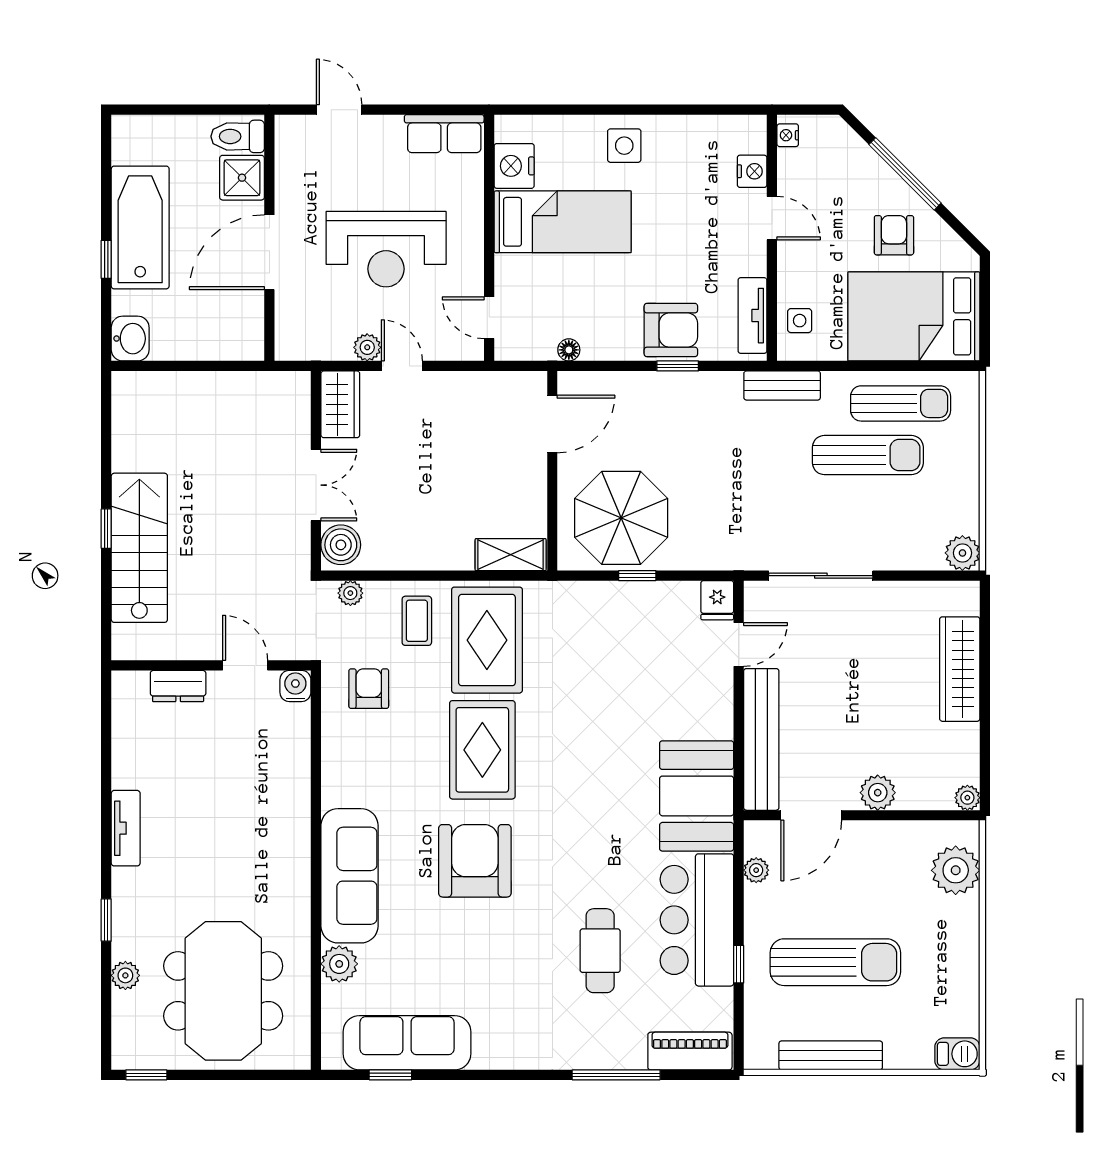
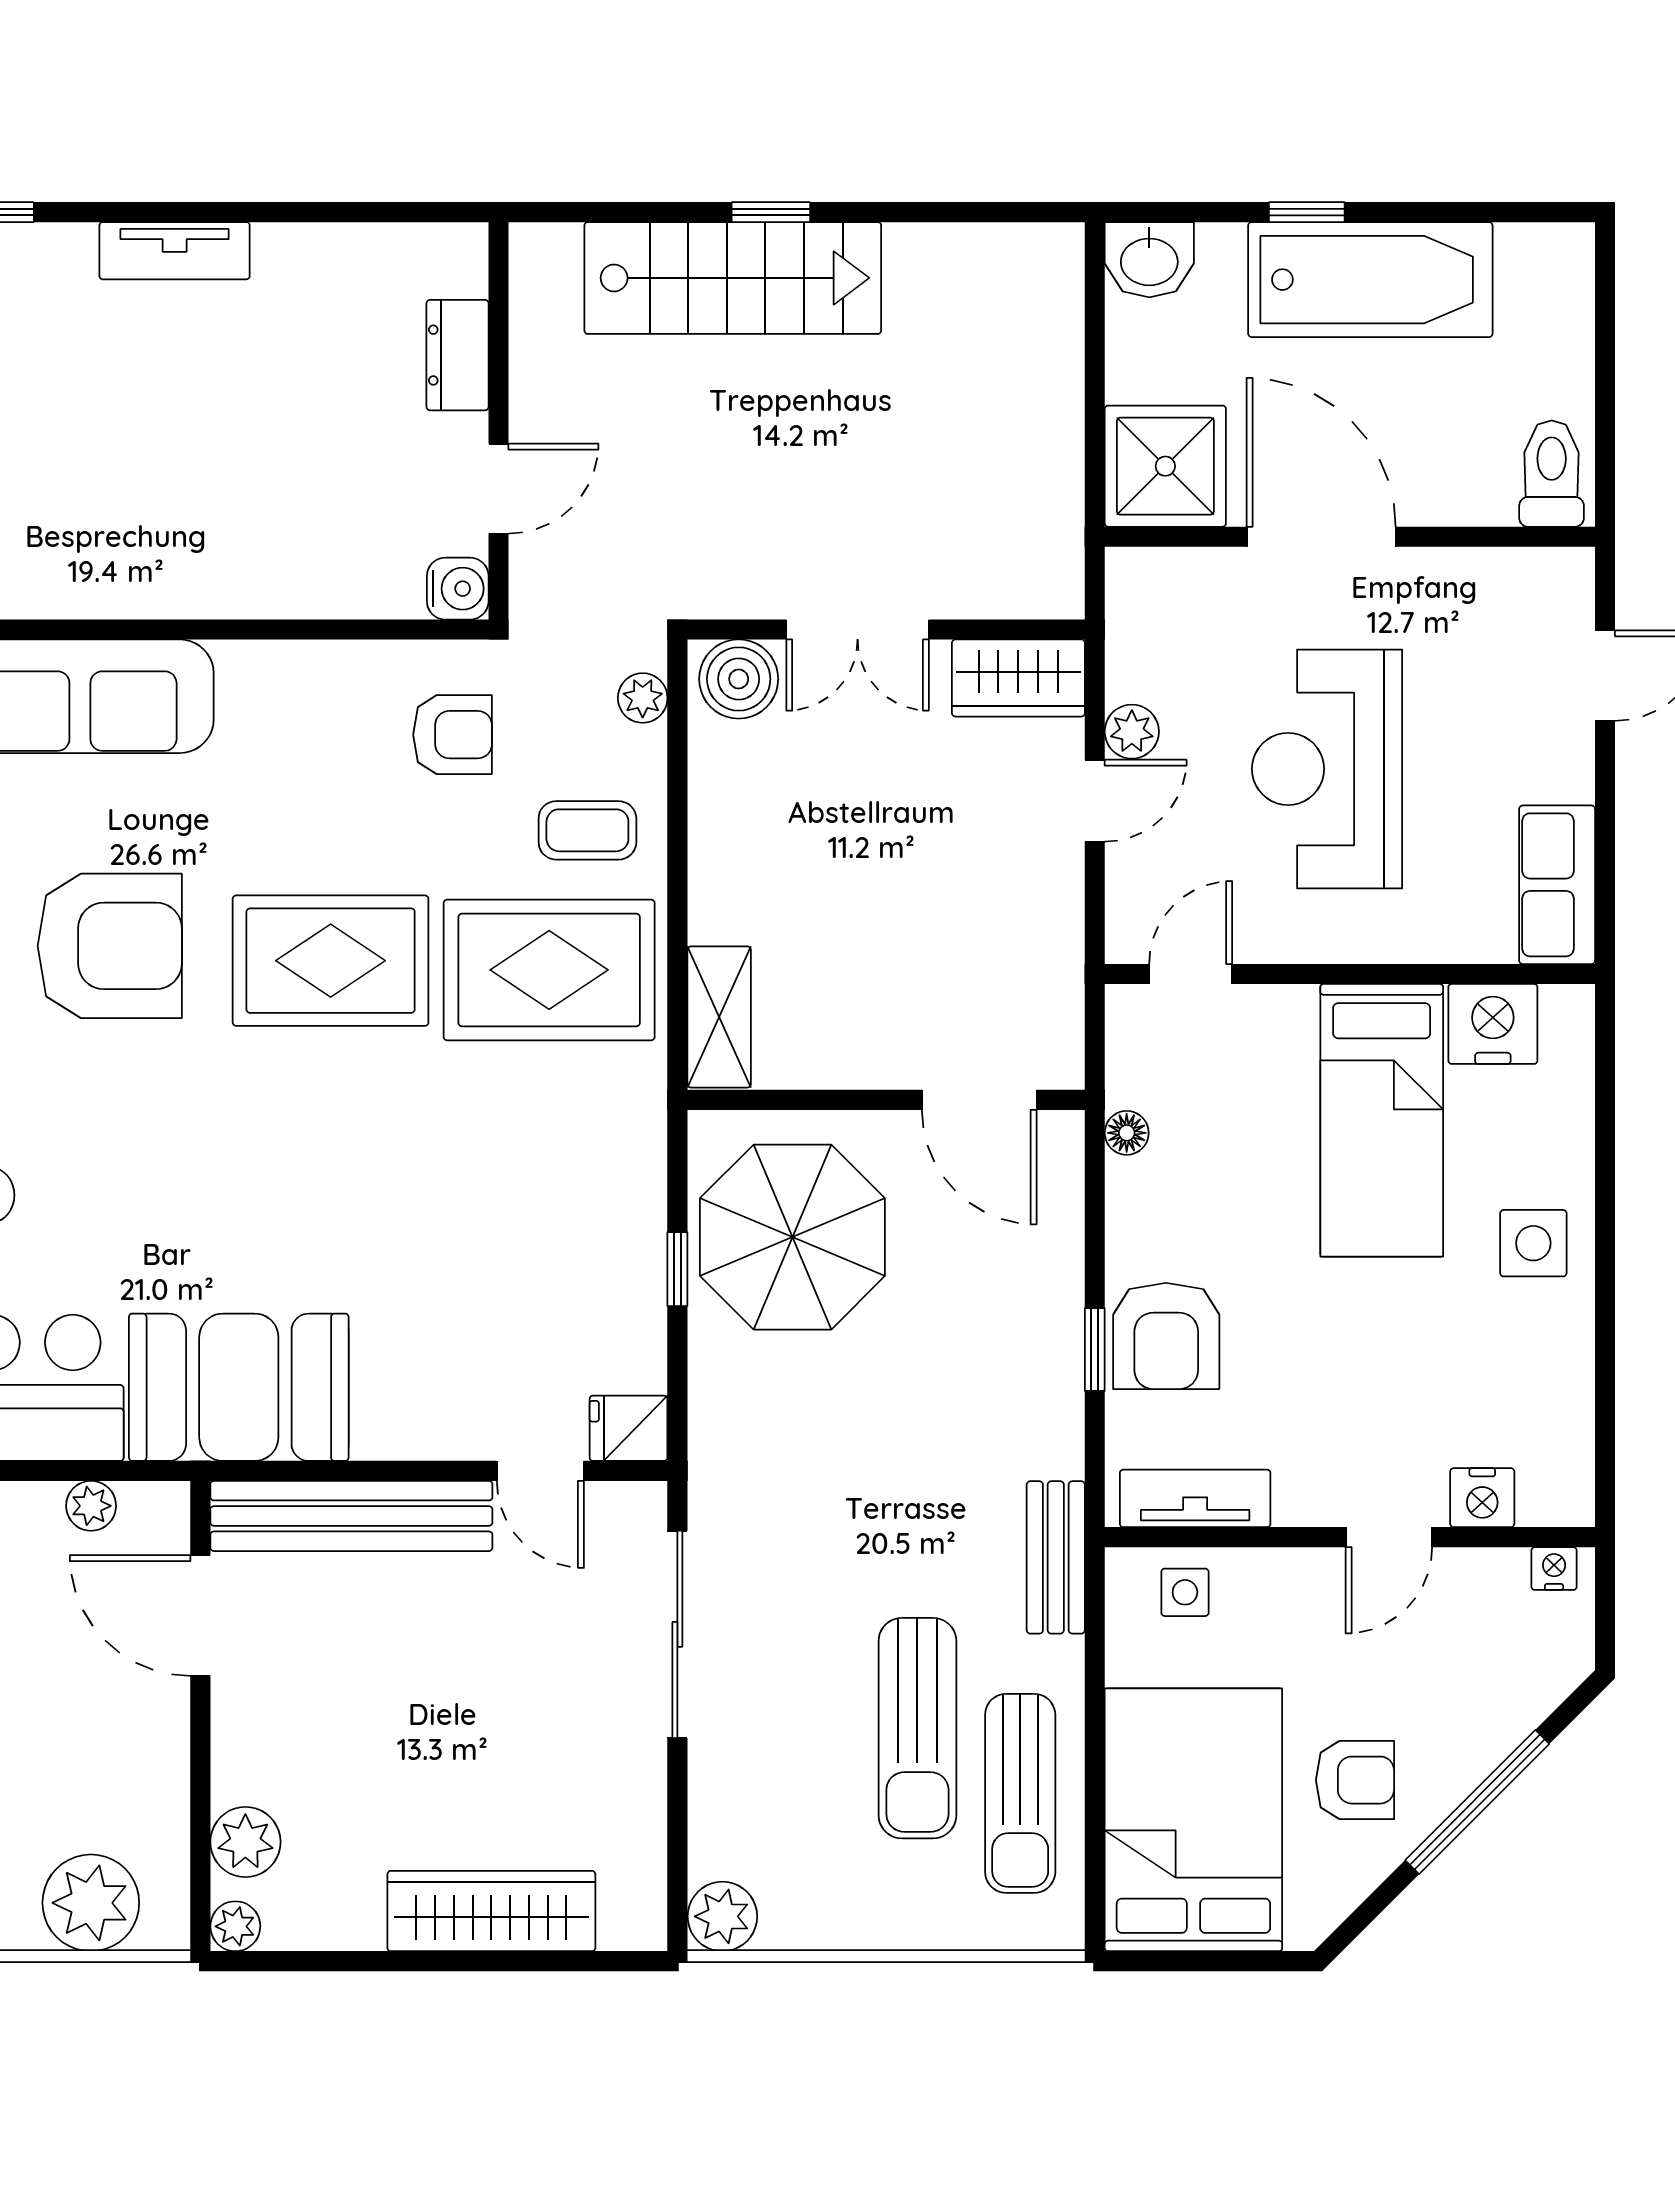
shower: (242, 178) -> (1165, 466), moved, width x1.36, depth x1.36
plant: (878, 793) -> (245, 1842), moved

